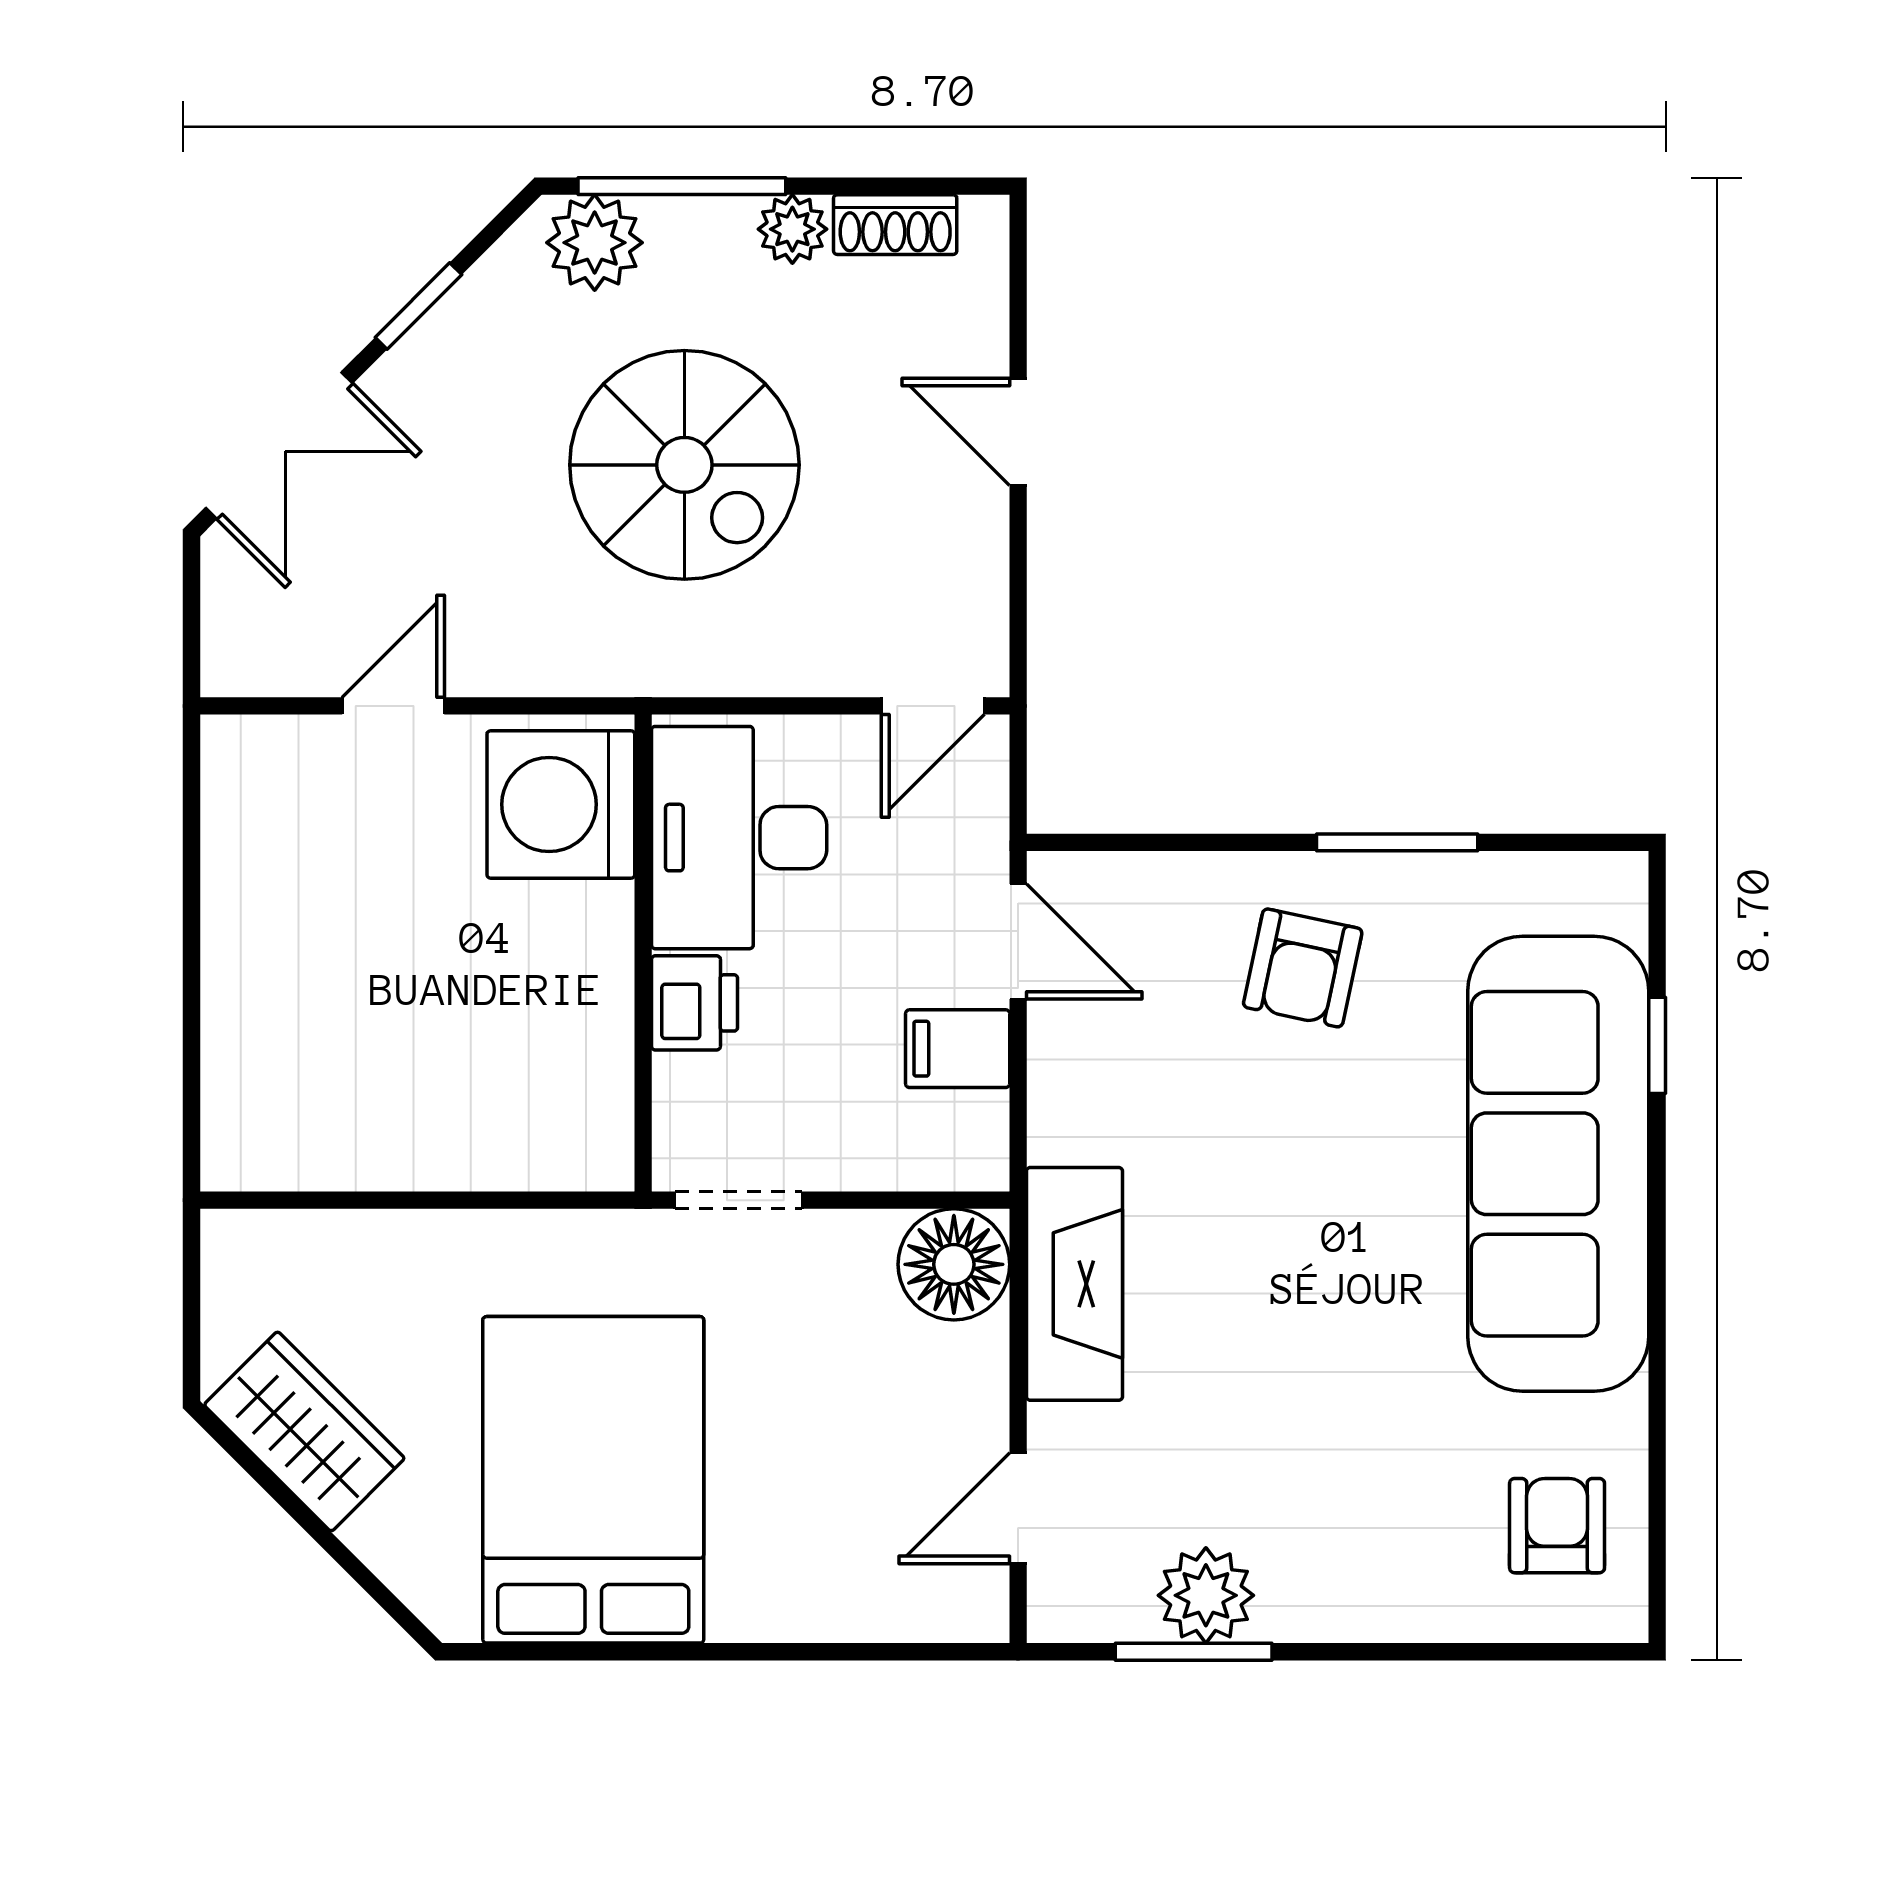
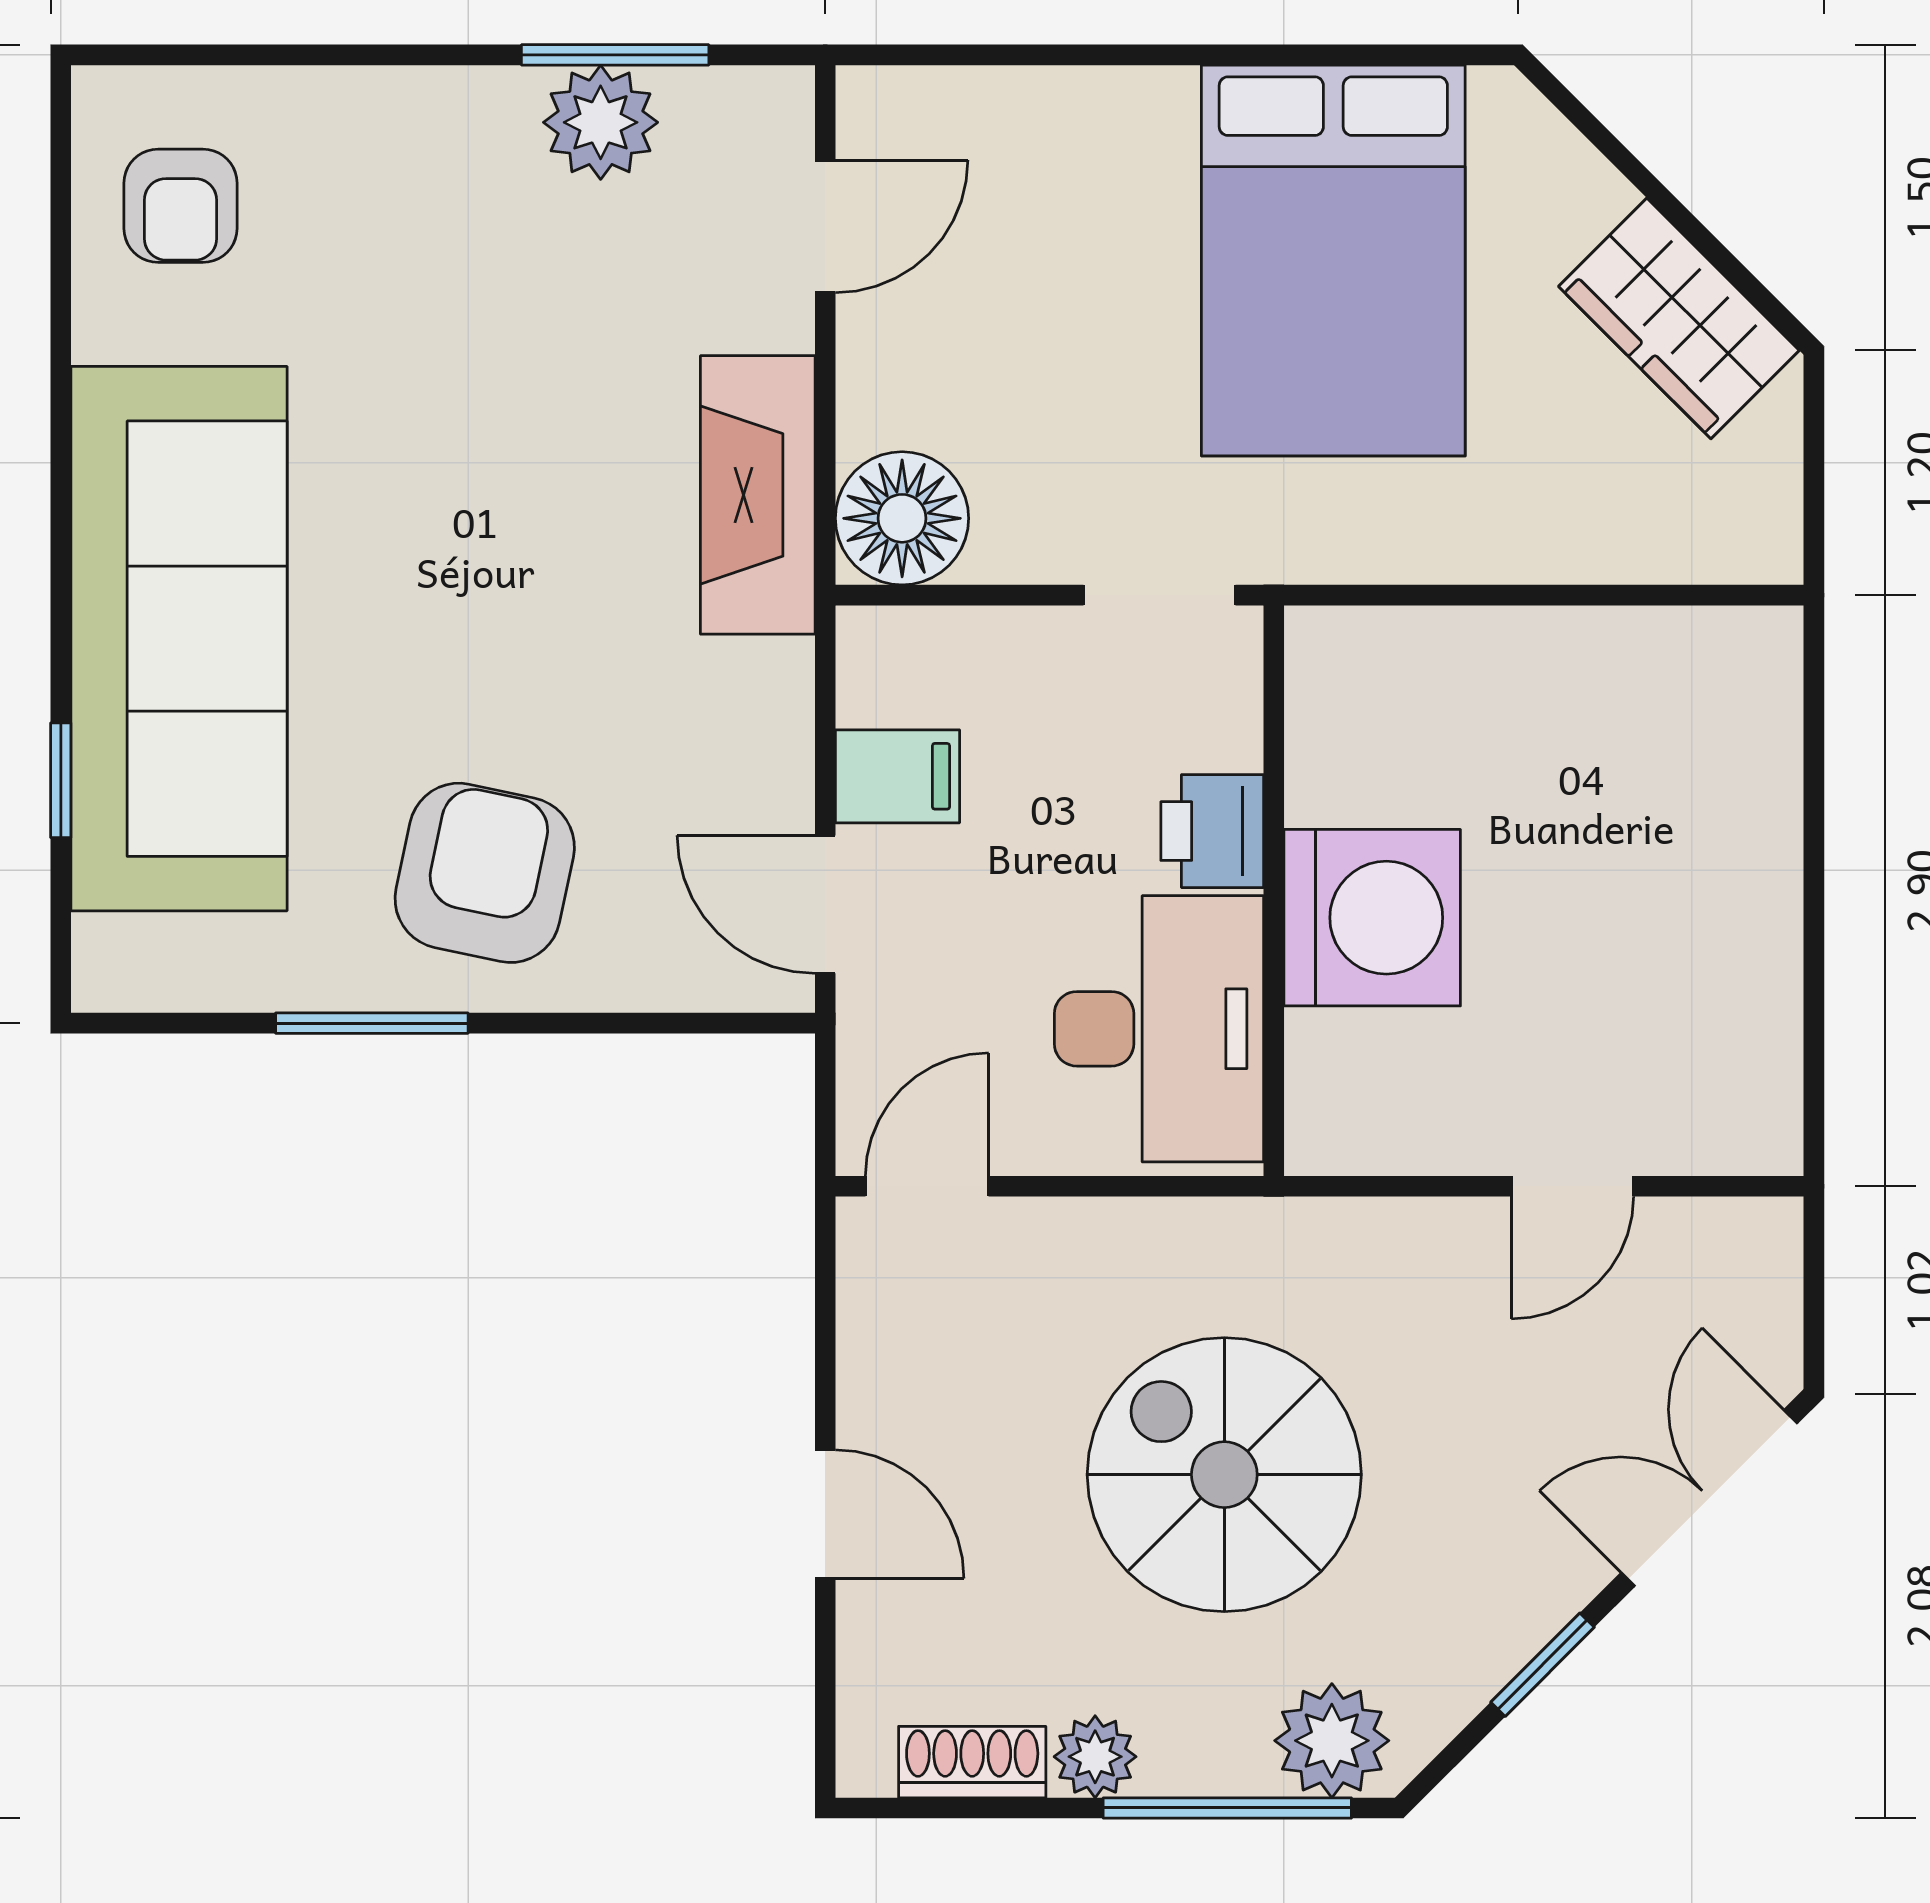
washing machine: (561, 804) -> (1372, 918), moved
armchair: (1303, 968) -> (485, 873), width x1.38, depth x1.38

